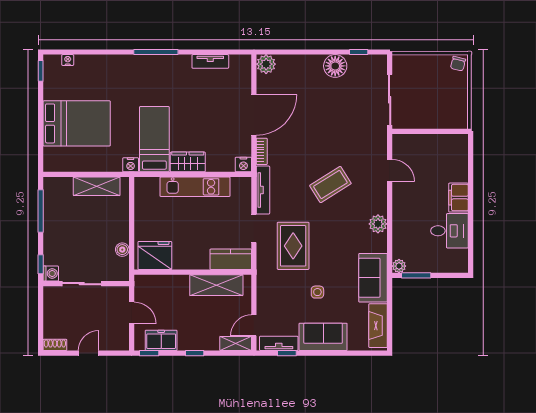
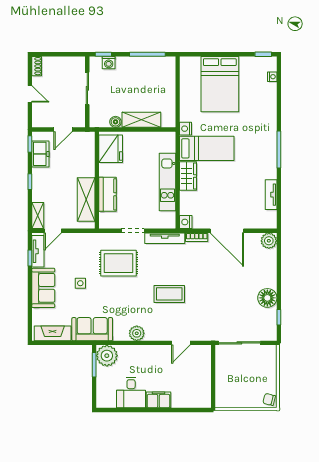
coffee table: (330, 184) -> (169, 294), turned -58
shelving: (97, 186) -> (141, 120), moved, turned 90
kitchen counter: (231, 259) -> (107, 194), moved
plant: (399, 266) -> (107, 356), width x1.88, depth x1.88
washing machine: (51, 274) -> (109, 63), moved
door: (254, 325) -> (53, 231), swing flipped

